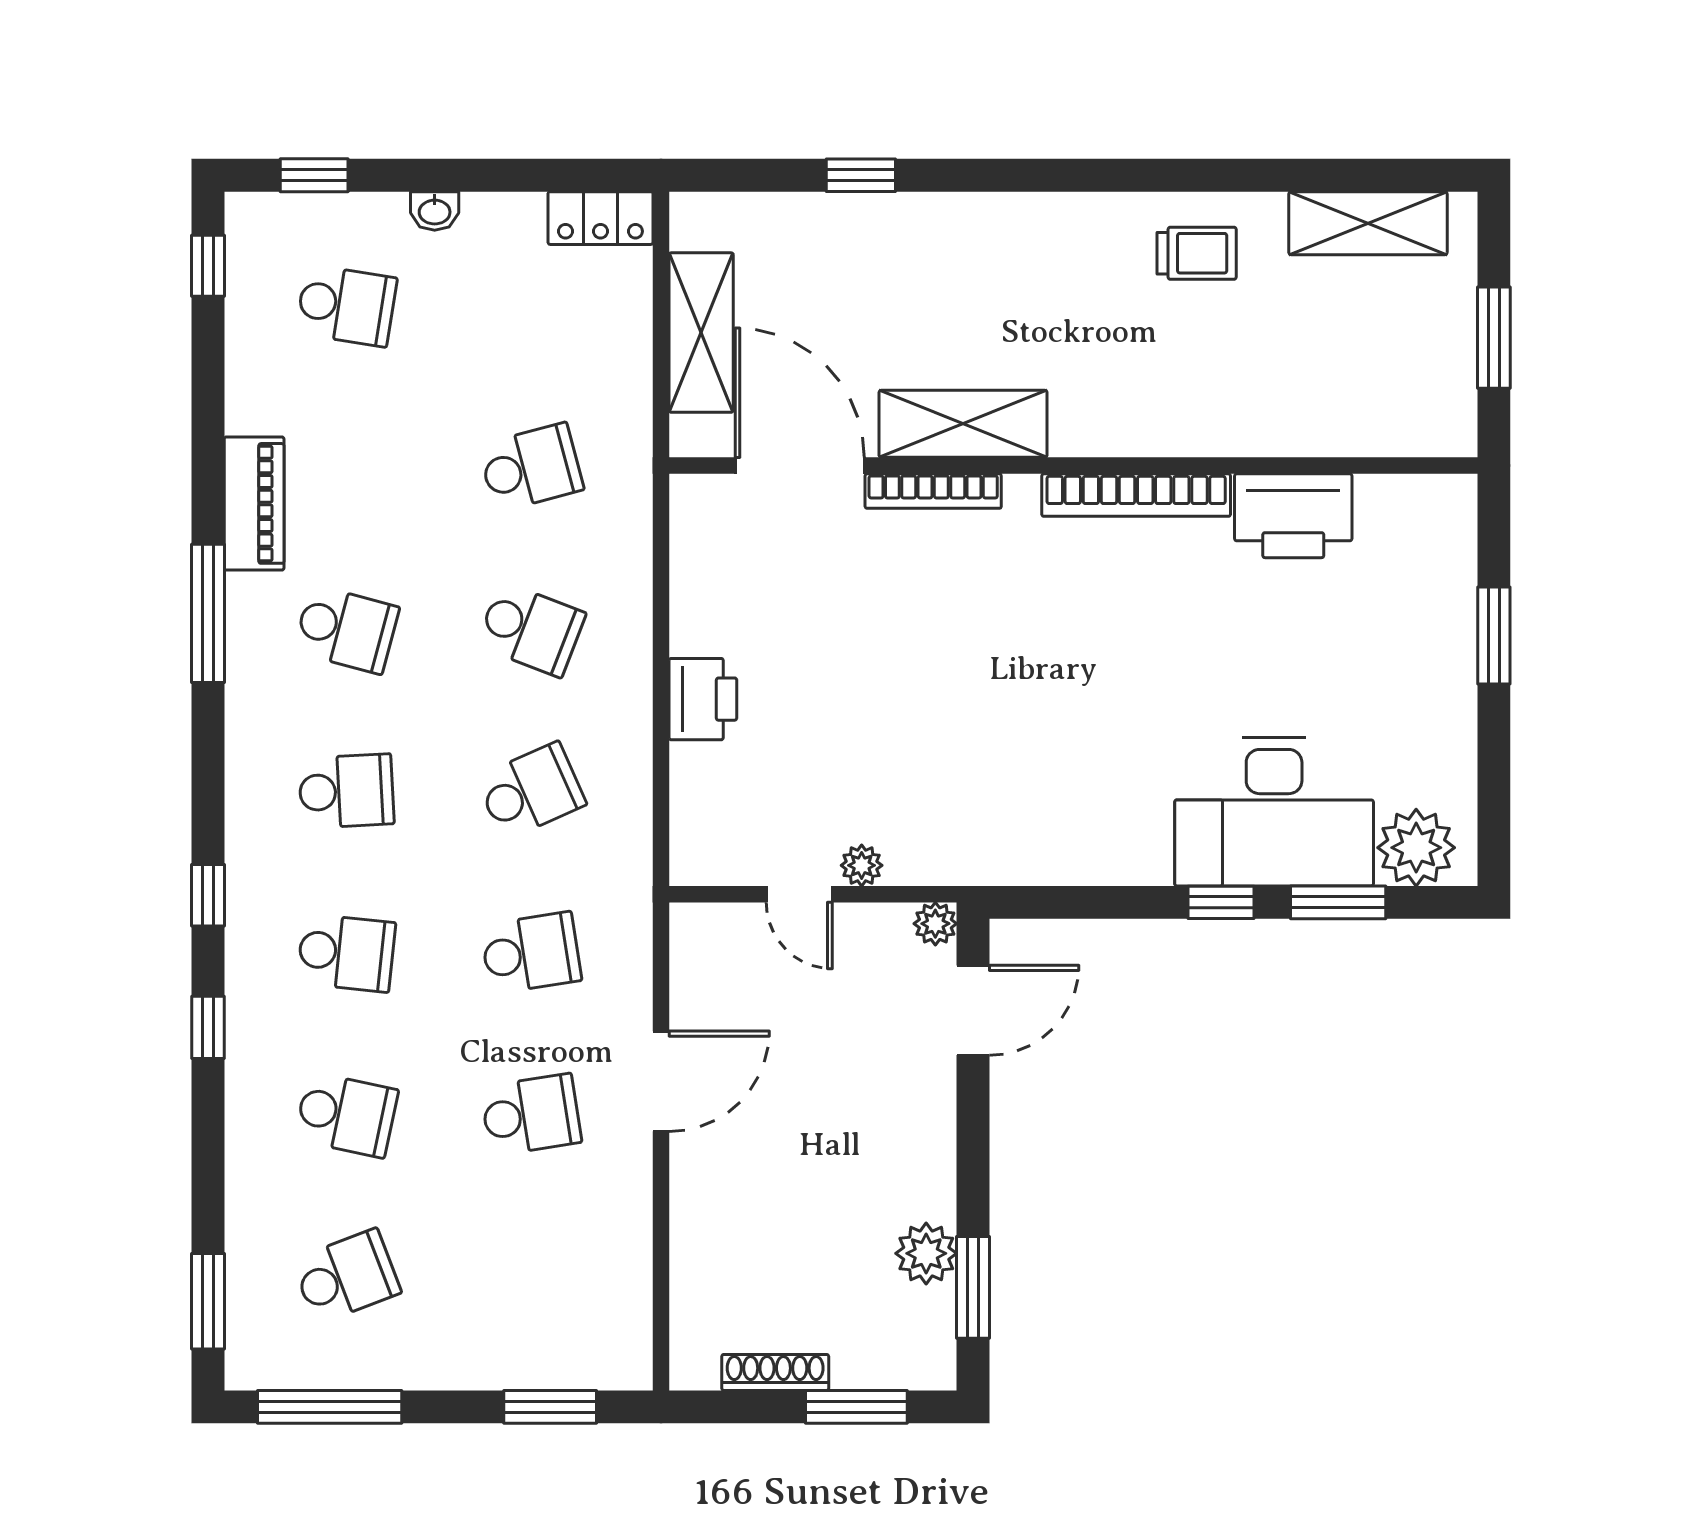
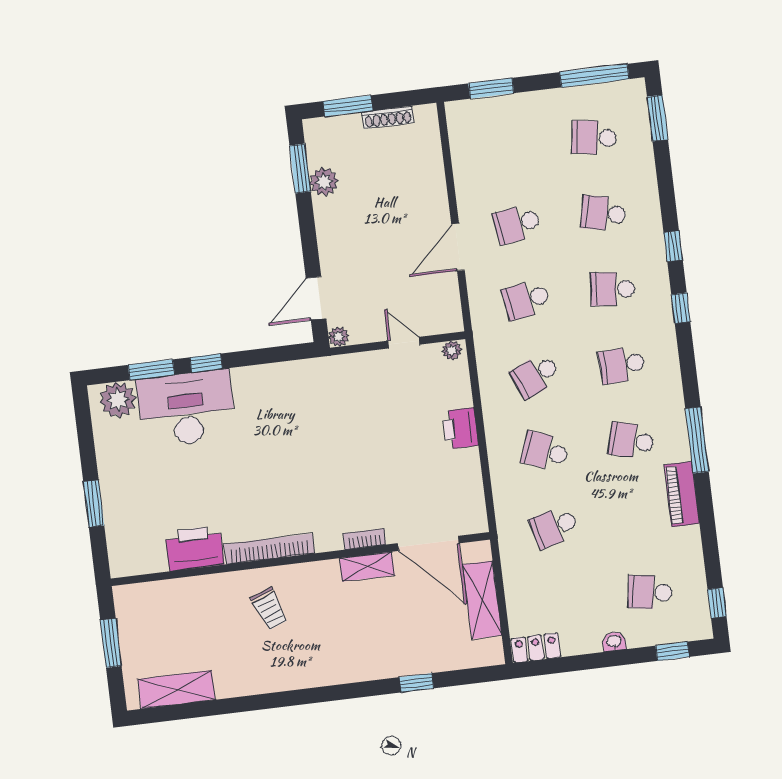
trolley: (1197, 253) -> (269, 609), moved, turned -111
shelving: (963, 424) -> (367, 567), width x0.67, depth x0.75
bookcase: (933, 491) -> (364, 539), width x0.64
plant: (862, 865) -> (452, 350), moved
school desk: (346, 1276) -> (594, 138), turned 30

